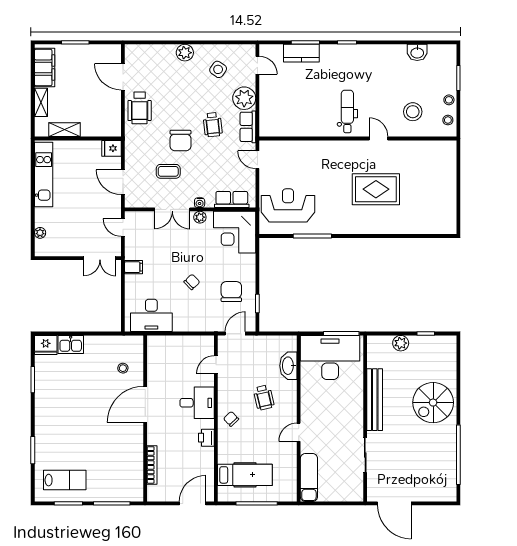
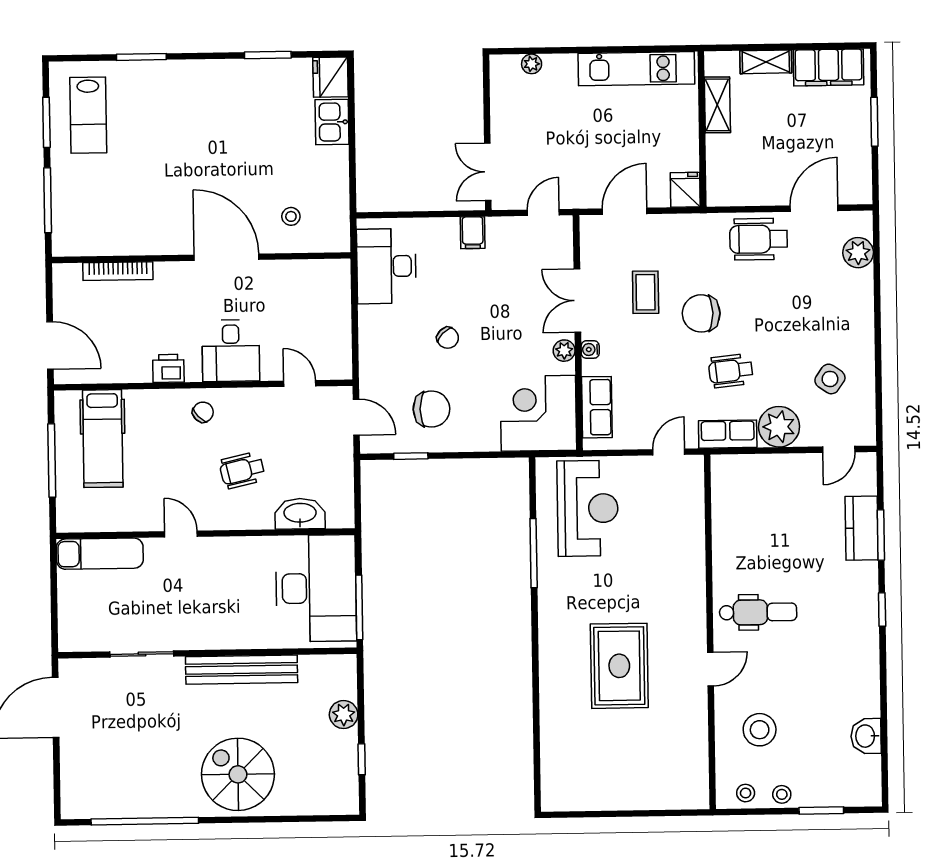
plant: (185, 53) -> (858, 253), moved

